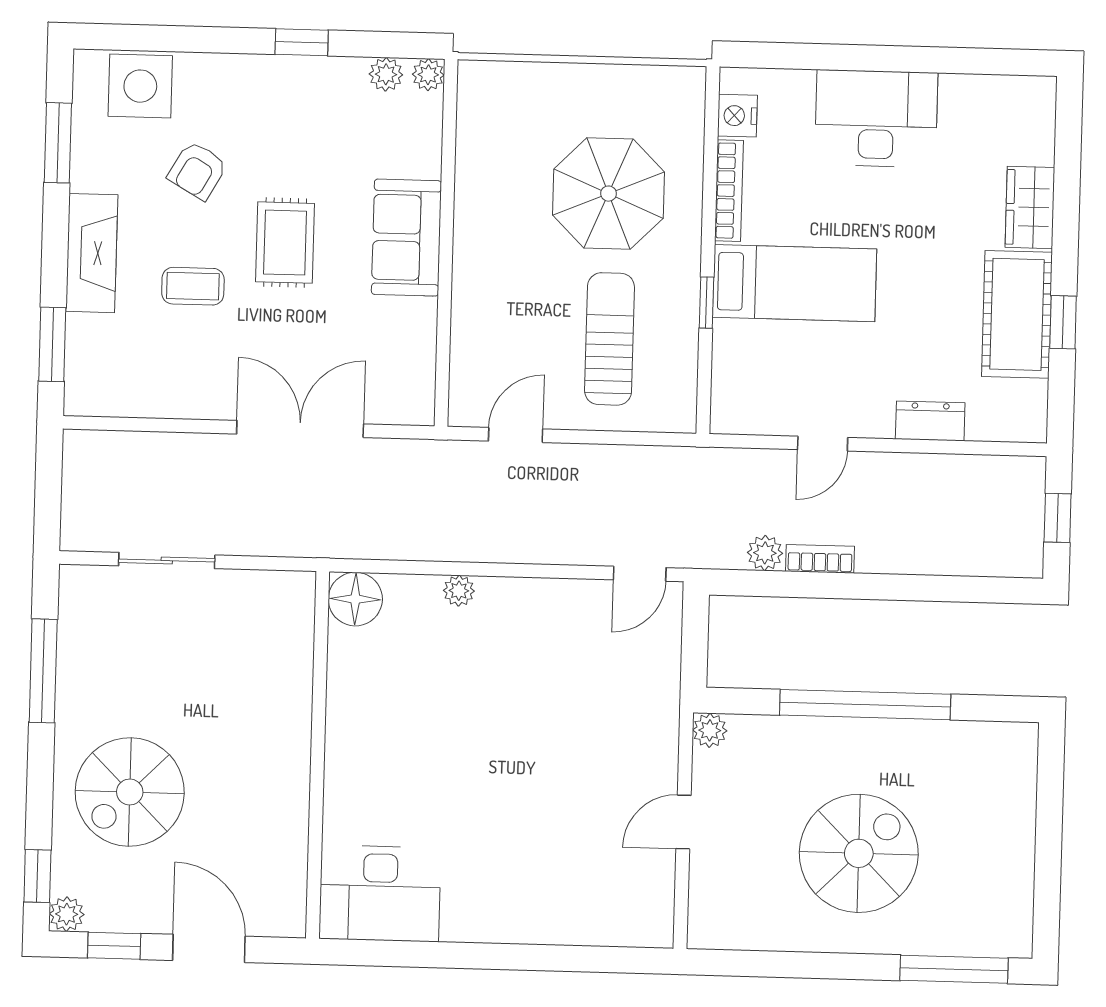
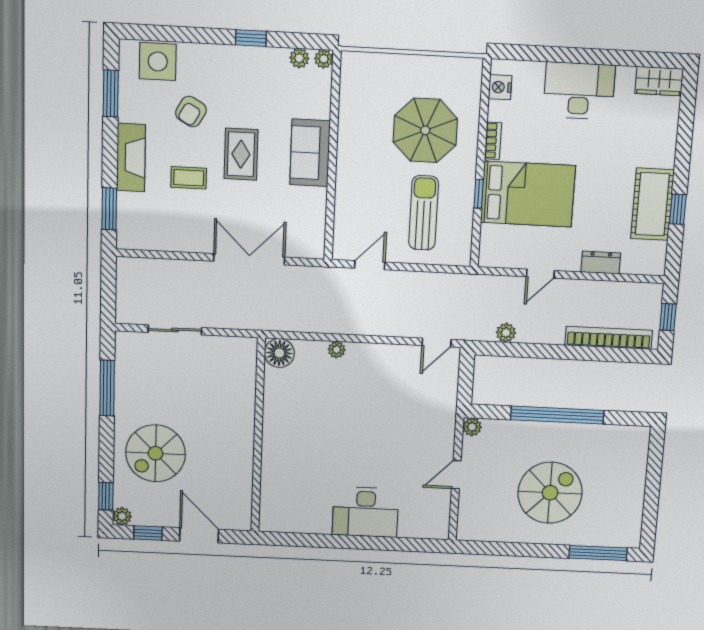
bookcase: (729, 191) -> (493, 141), width x0.64
wardrobe: (1030, 207) -> (659, 81), moved, turned -90
bed: (794, 283) -> (528, 194), width x1.50
bookcase: (820, 559) -> (609, 338), moved, width x2.31, depth x1.31
desk: (380, 893) -> (365, 512), moved

